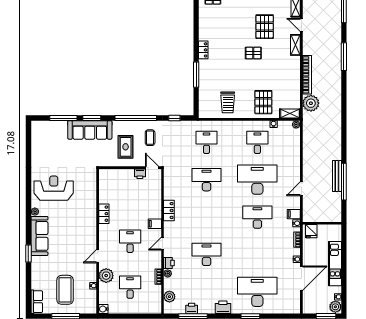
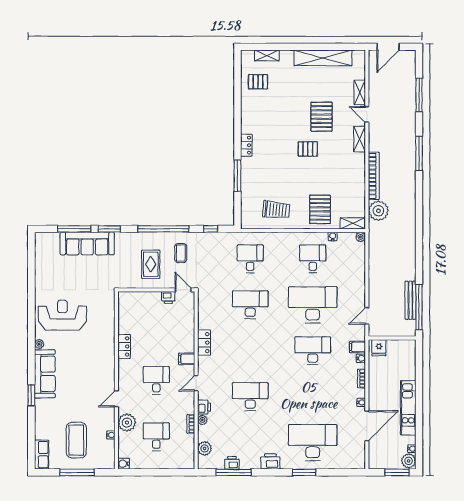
trolley: (228, 102) -> (276, 210), turned -85
sofa: (90, 130) -> (87, 244), moved
wall: (322, 223) -> (392, 338), moved
fridge: (311, 231) -> (379, 348), moved

